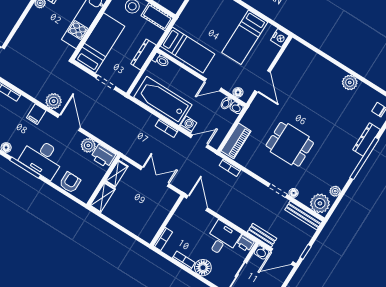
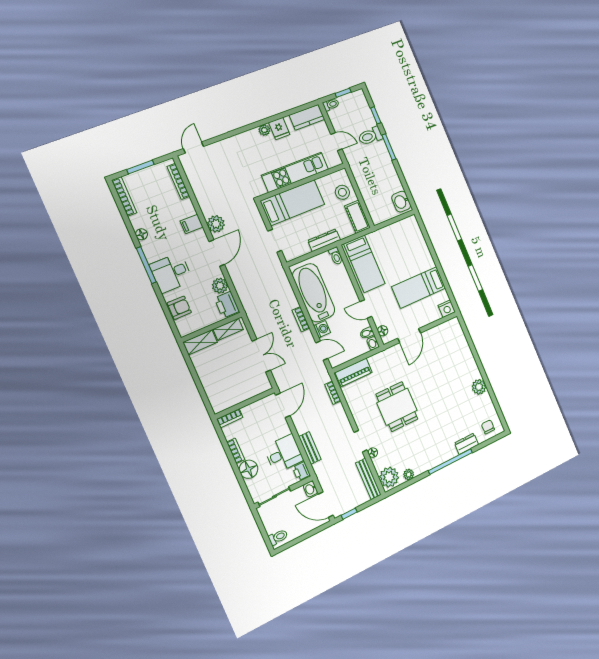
dresser: (366, 140) -> (467, 444), width x0.70
desk: (42, 158) -> (171, 273), width x0.73
bench: (262, 235) -> (310, 448), moved

